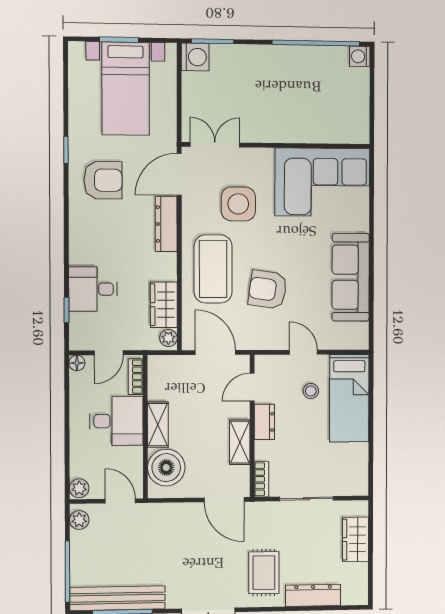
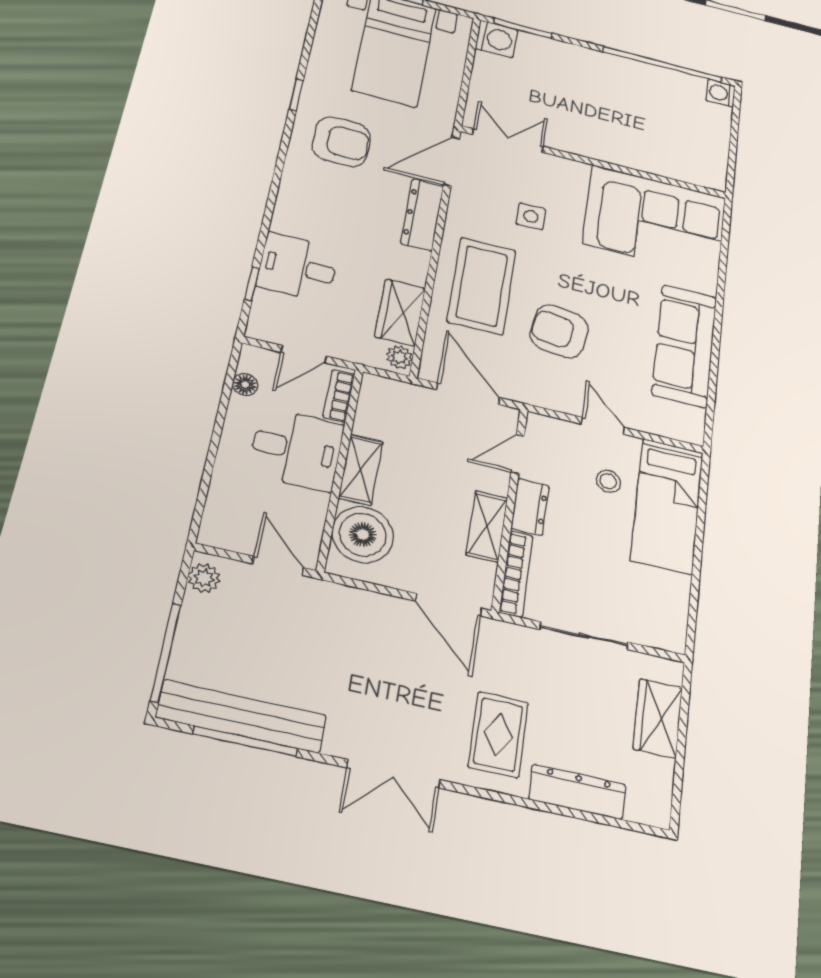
side table: (238, 204) -> (531, 216), width x0.54, depth x0.54
floor lamp: (77, 363) -> (245, 385), moved
bookcase: (261, 479) -> (516, 574), width x1.56
plant: (79, 488) -> (215, 531), removed

